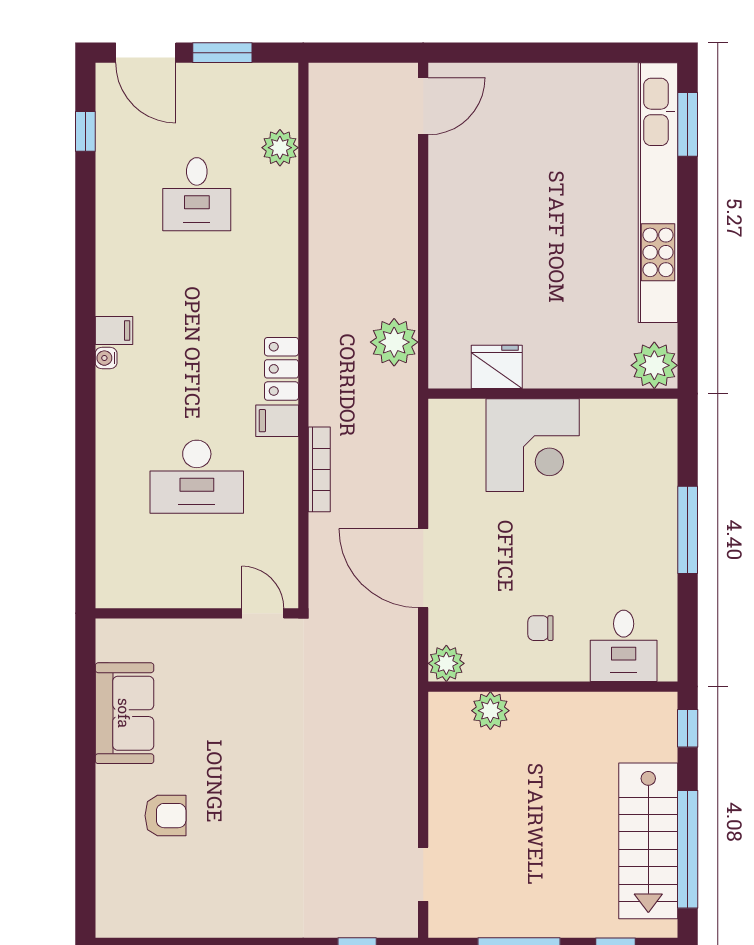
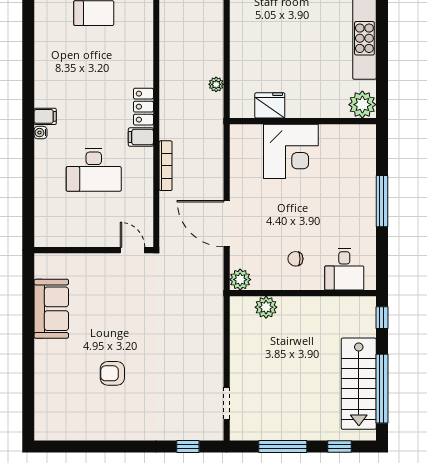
filing cabinet: (114, 331) -> (45, 116), moved
plant: (394, 342) -> (216, 84), width x0.53, depth x0.53
water cooler: (106, 358) -> (40, 133), moved
armchair: (165, 816) -> (112, 373), moved, turned 180

